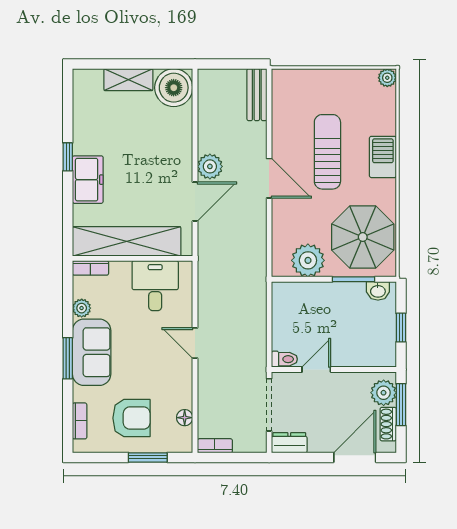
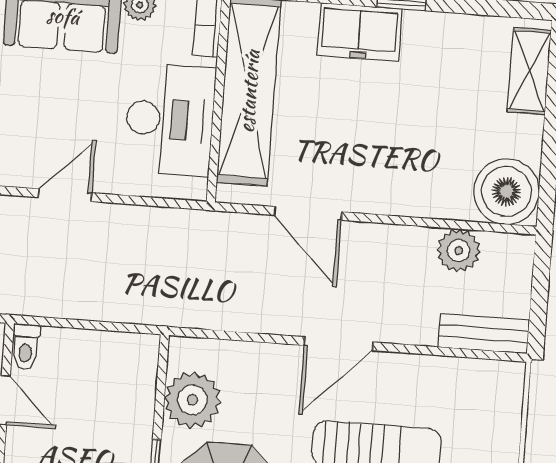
shelving: (128, 80) -> (529, 71), moved
plant: (210, 166) -> (459, 250), moved
desk: (155, 286) -> (170, 119), width x1.37

